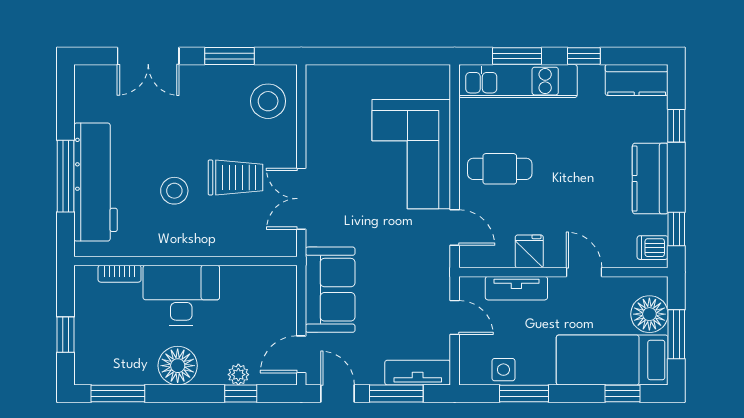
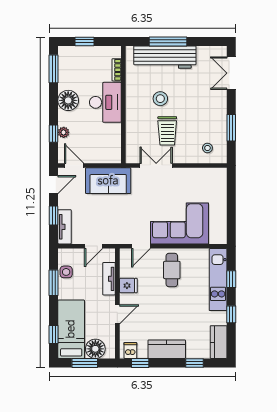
double door: (148, 56) -> (231, 73), moved
window: (517, 56) -> (231, 279), width x0.67
stool: (268, 101) -> (207, 148), width x0.53, depth x0.53
window: (396, 393) -> (54, 216), width x0.67

